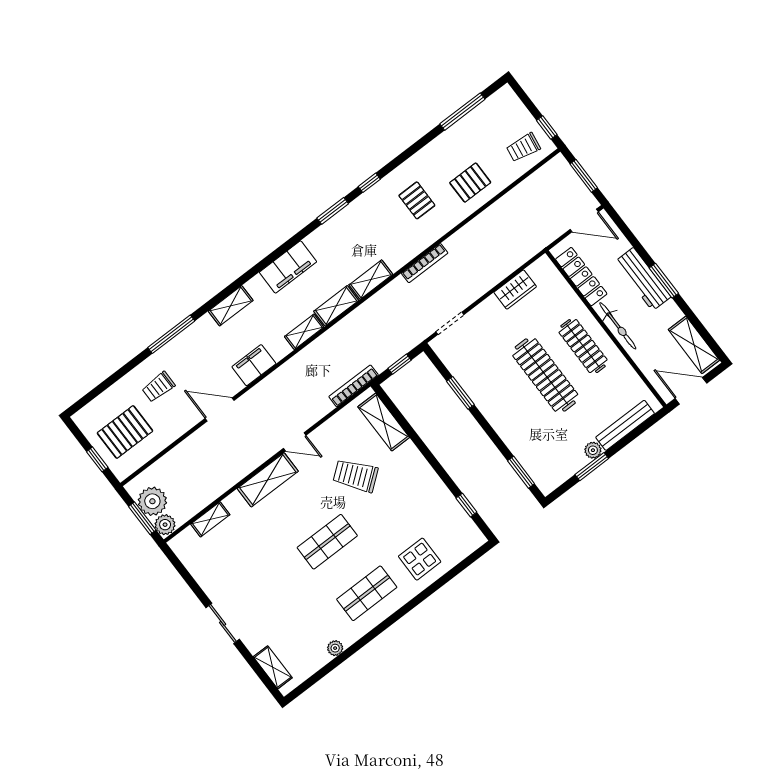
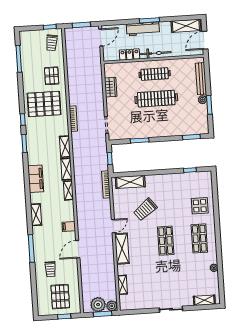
pallet: (417, 200) -> (44, 104), width x2.05, depth x2.00
locker: (581, 277) -> (130, 54), width x0.66
filing cabinet: (254, 365) -> (69, 226), width x0.50

